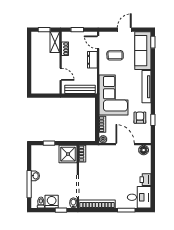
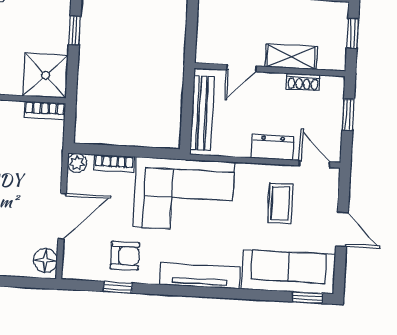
shelving: (55, 42) -> (291, 57), moved
door: (98, 42) -> (315, 164), hinge flipped

